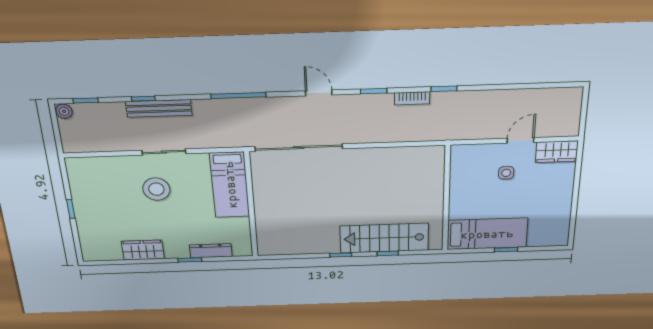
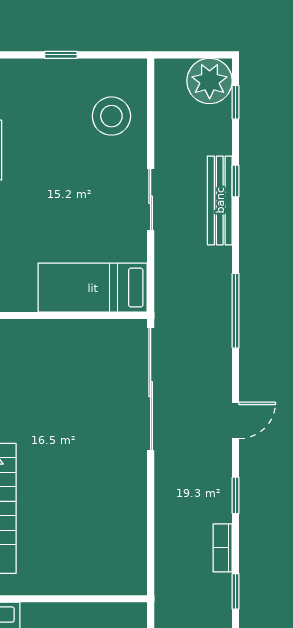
plant: (64, 111) -> (210, 81), width x1.87, depth x1.87
stool: (156, 189) -> (111, 116), moved

